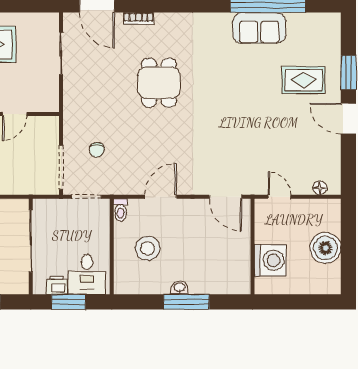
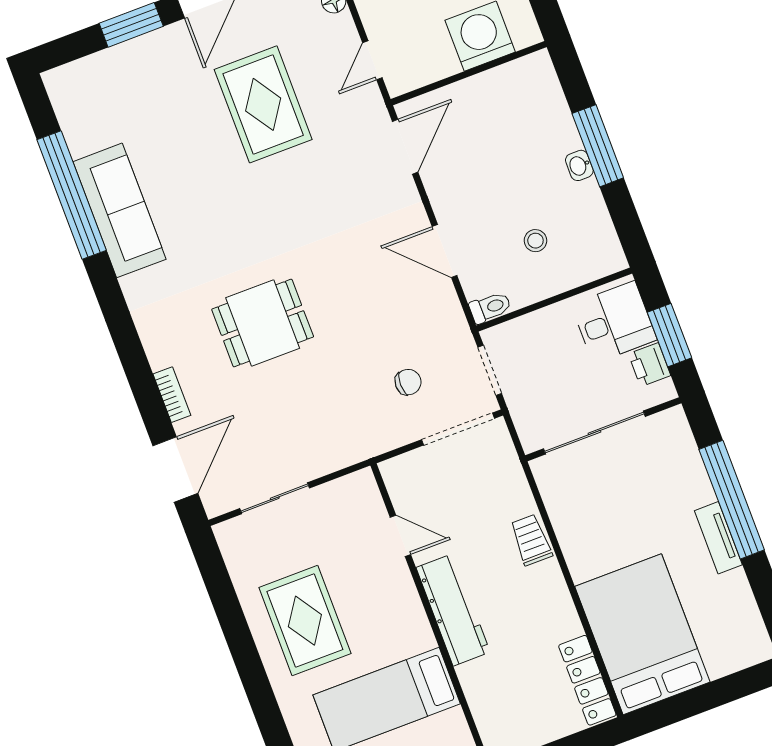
sofa: (259, 28) -> (119, 210), width x1.36
rug: (303, 80) -> (263, 104), moved, width x1.36, depth x1.43
stool: (148, 248) -> (535, 241), width x0.53, depth x0.53

